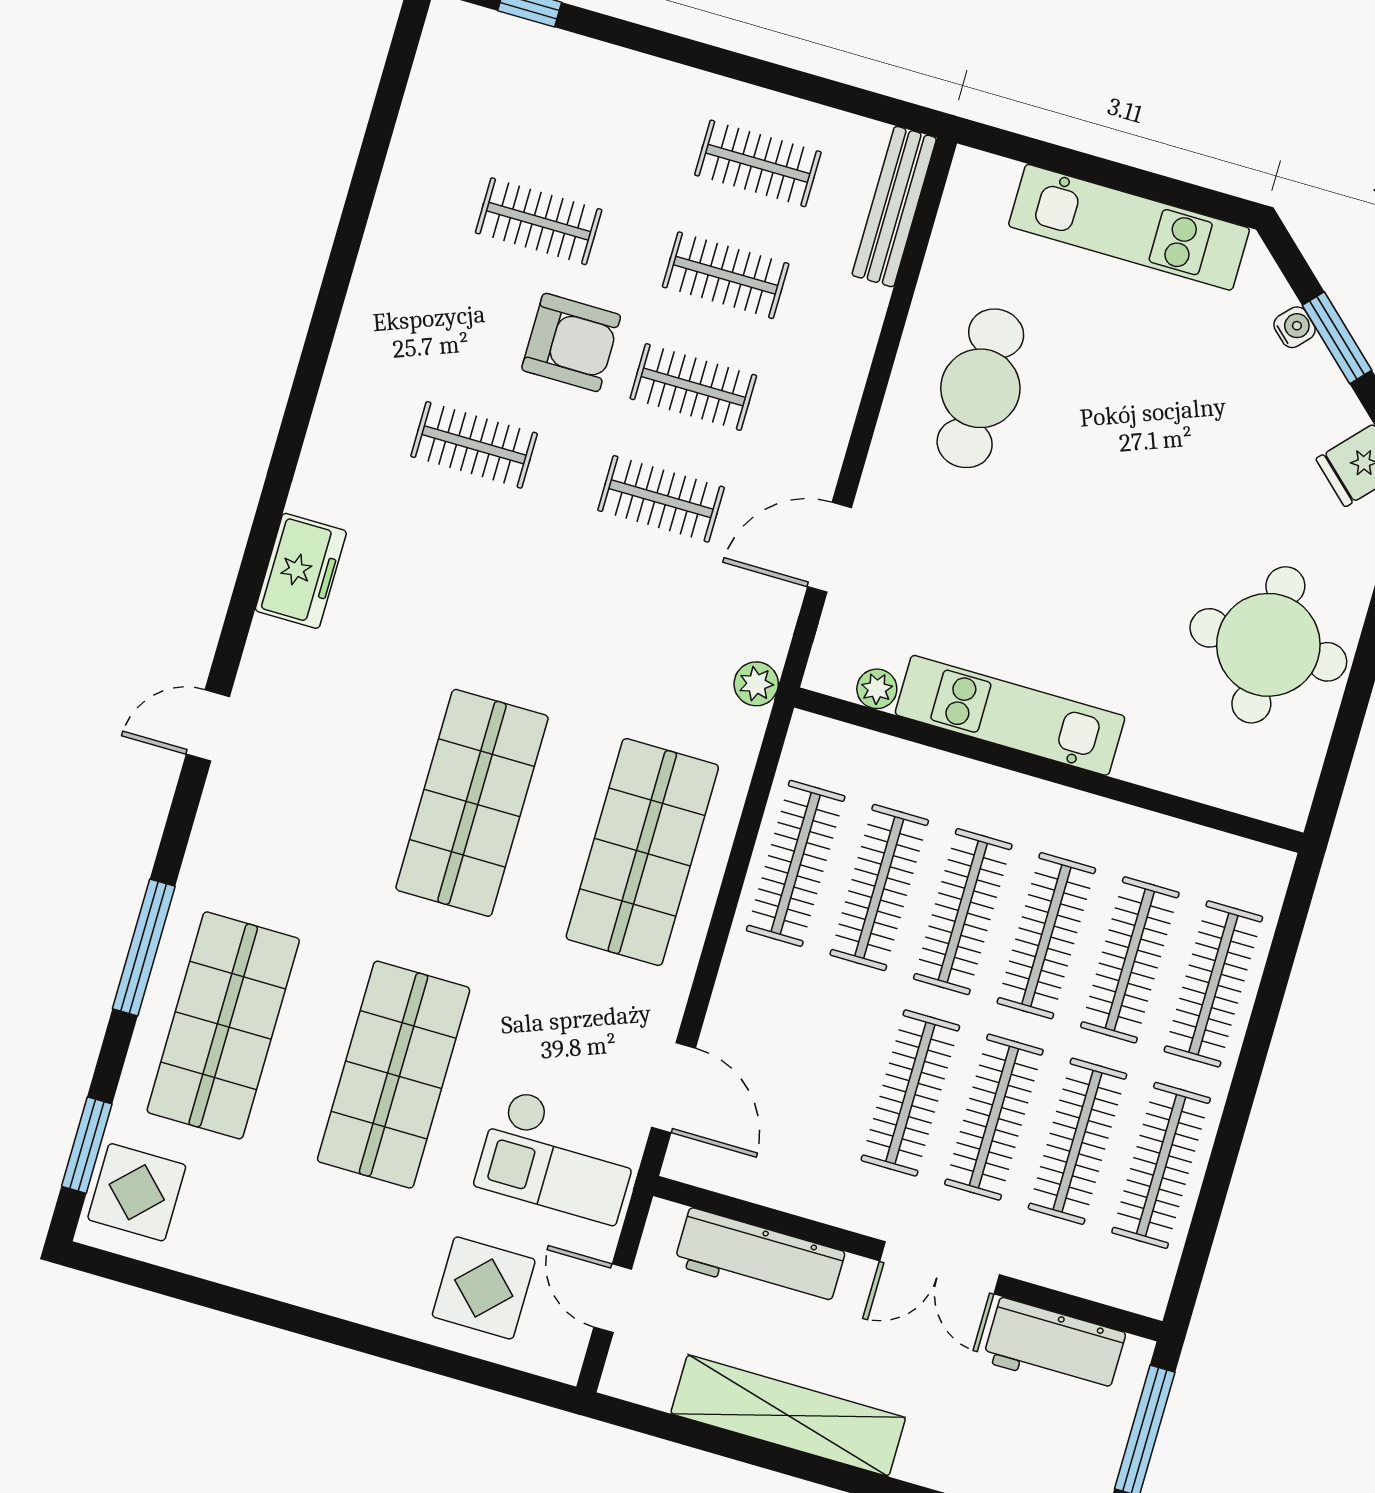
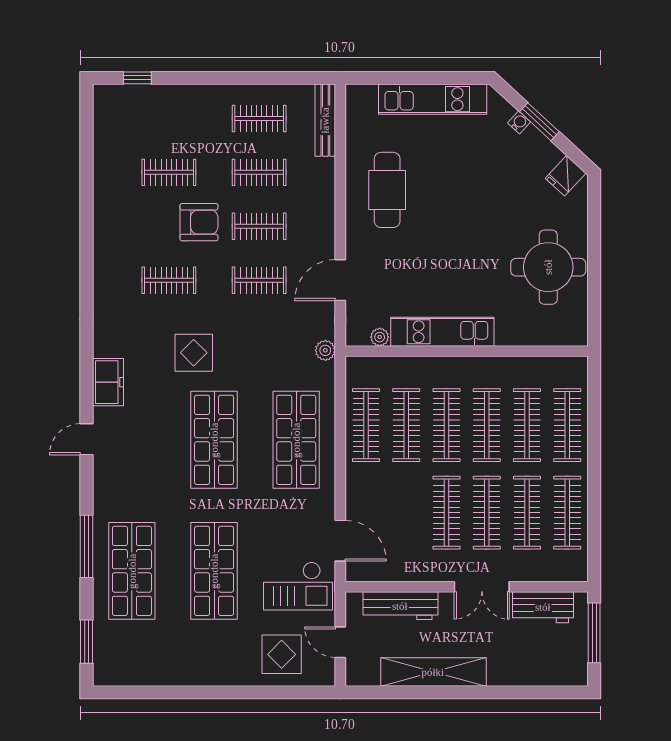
freezer: (301, 571) -> (108, 382), moved
display table: (137, 1192) -> (194, 353), moved

